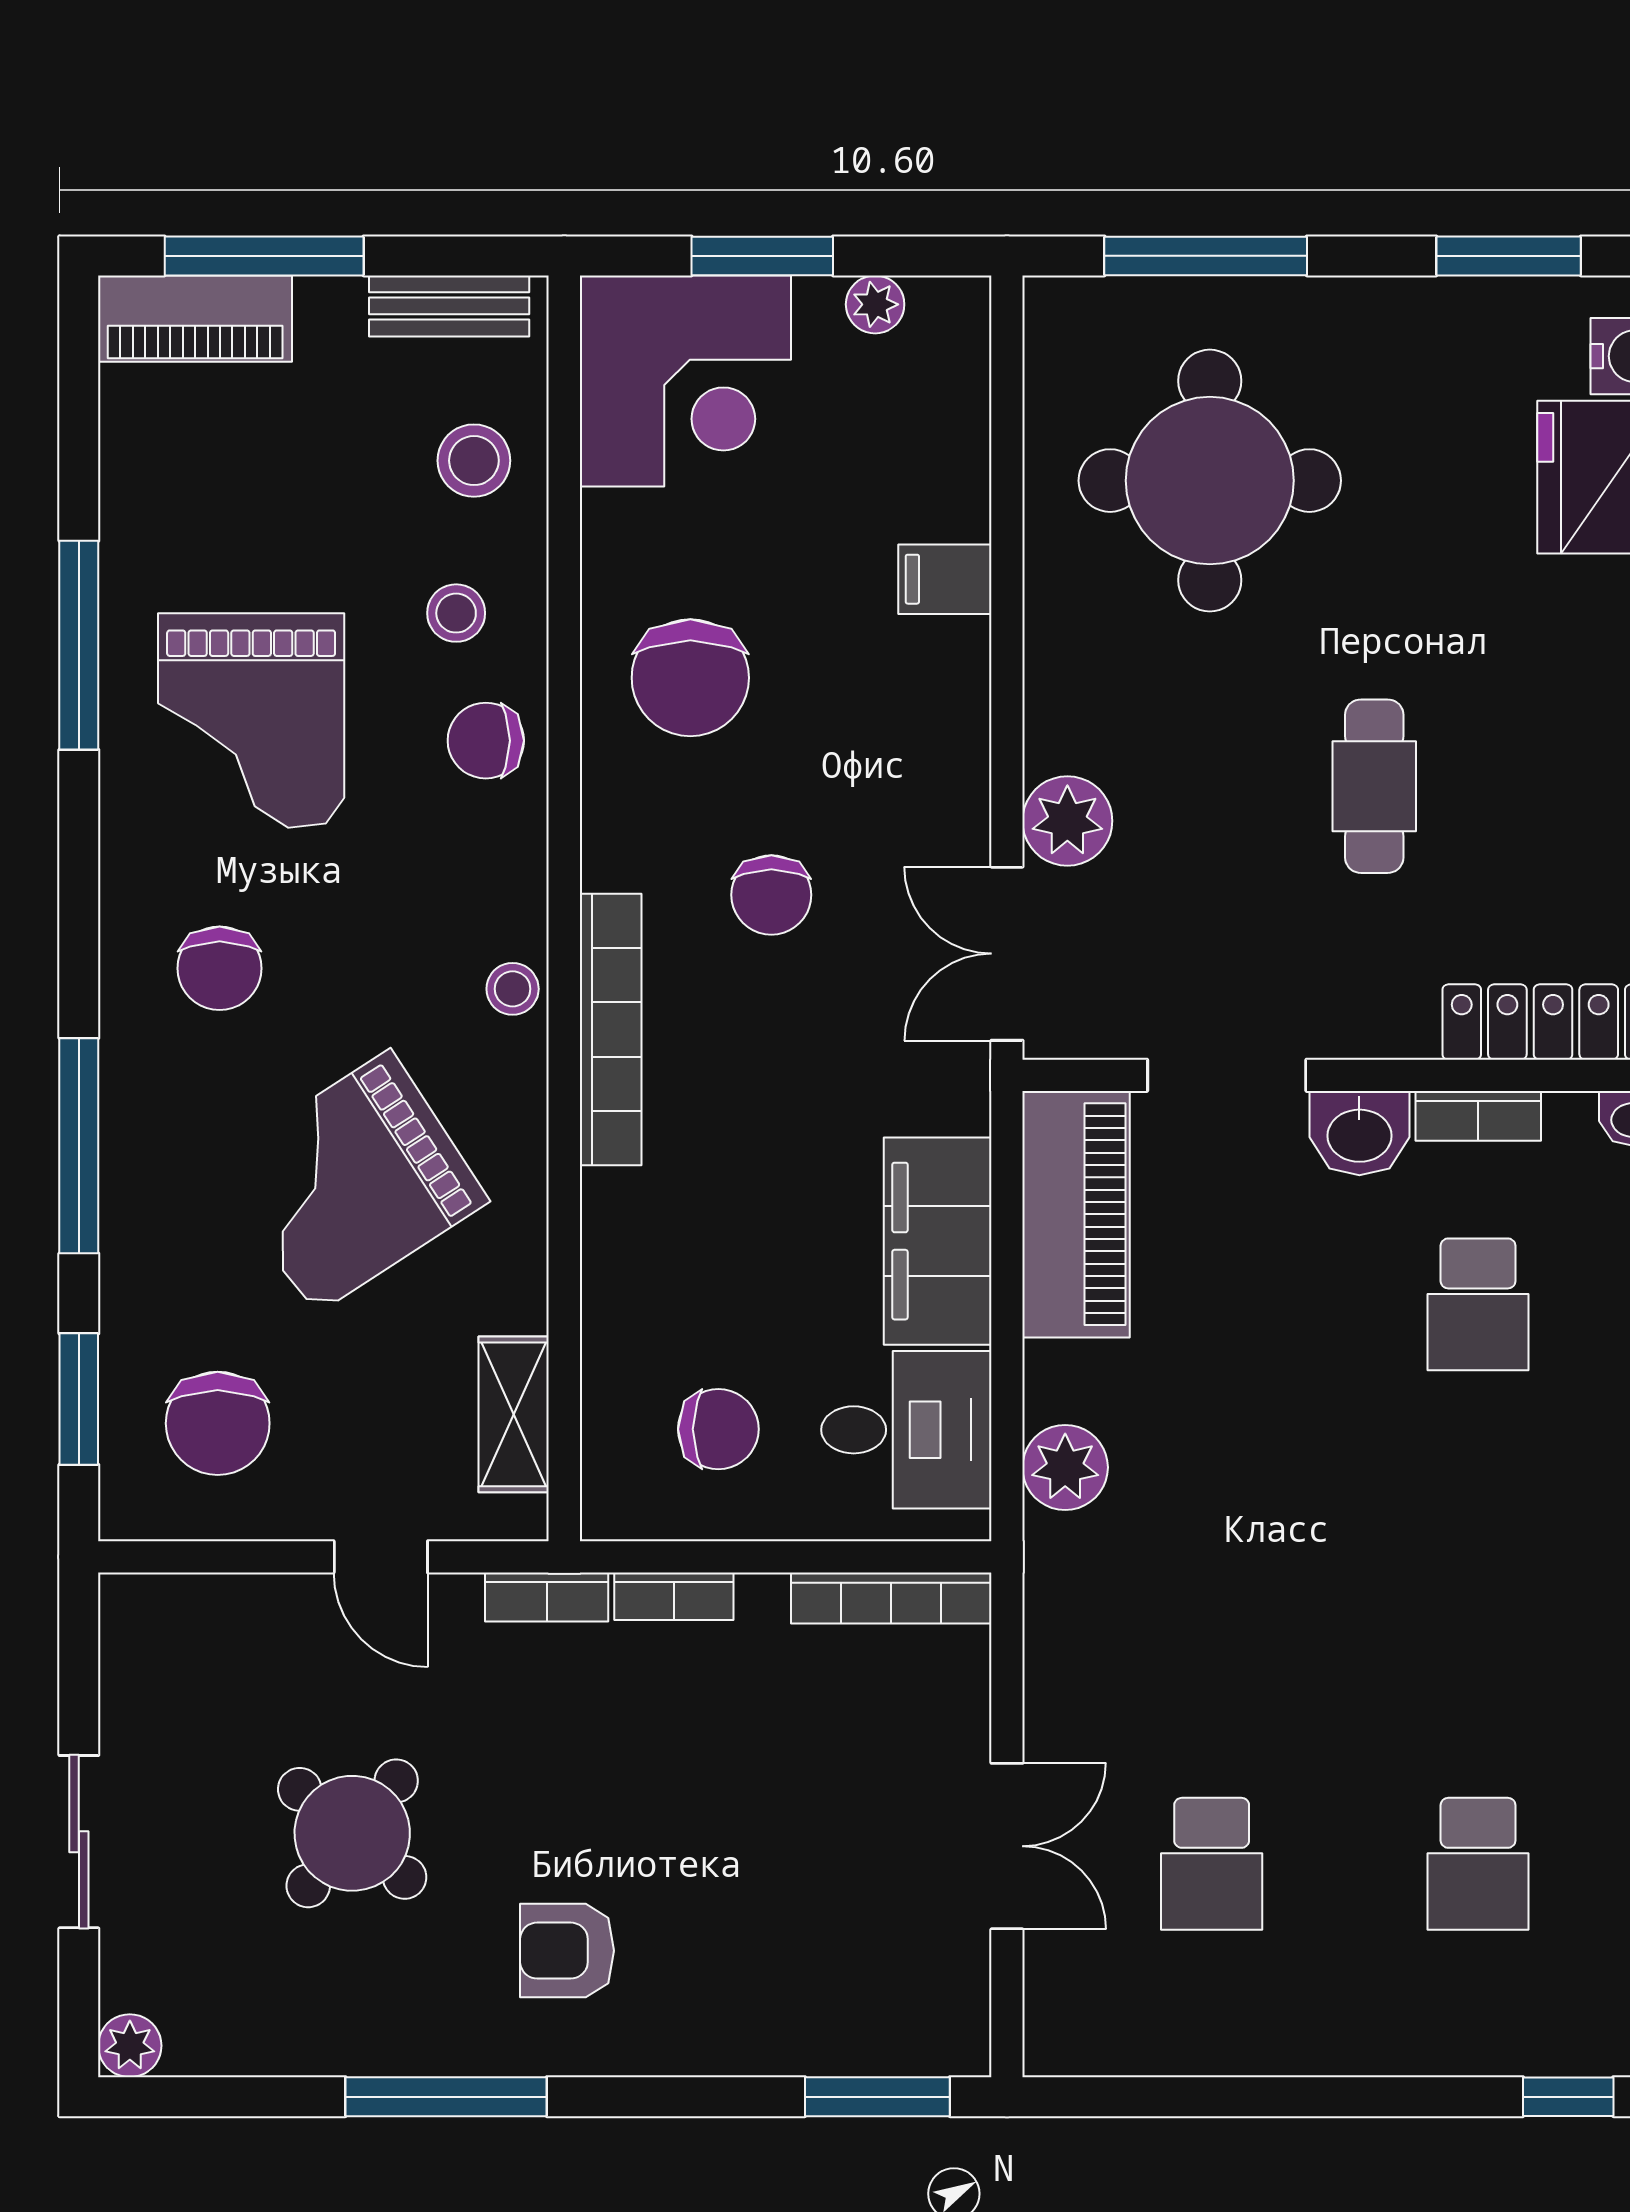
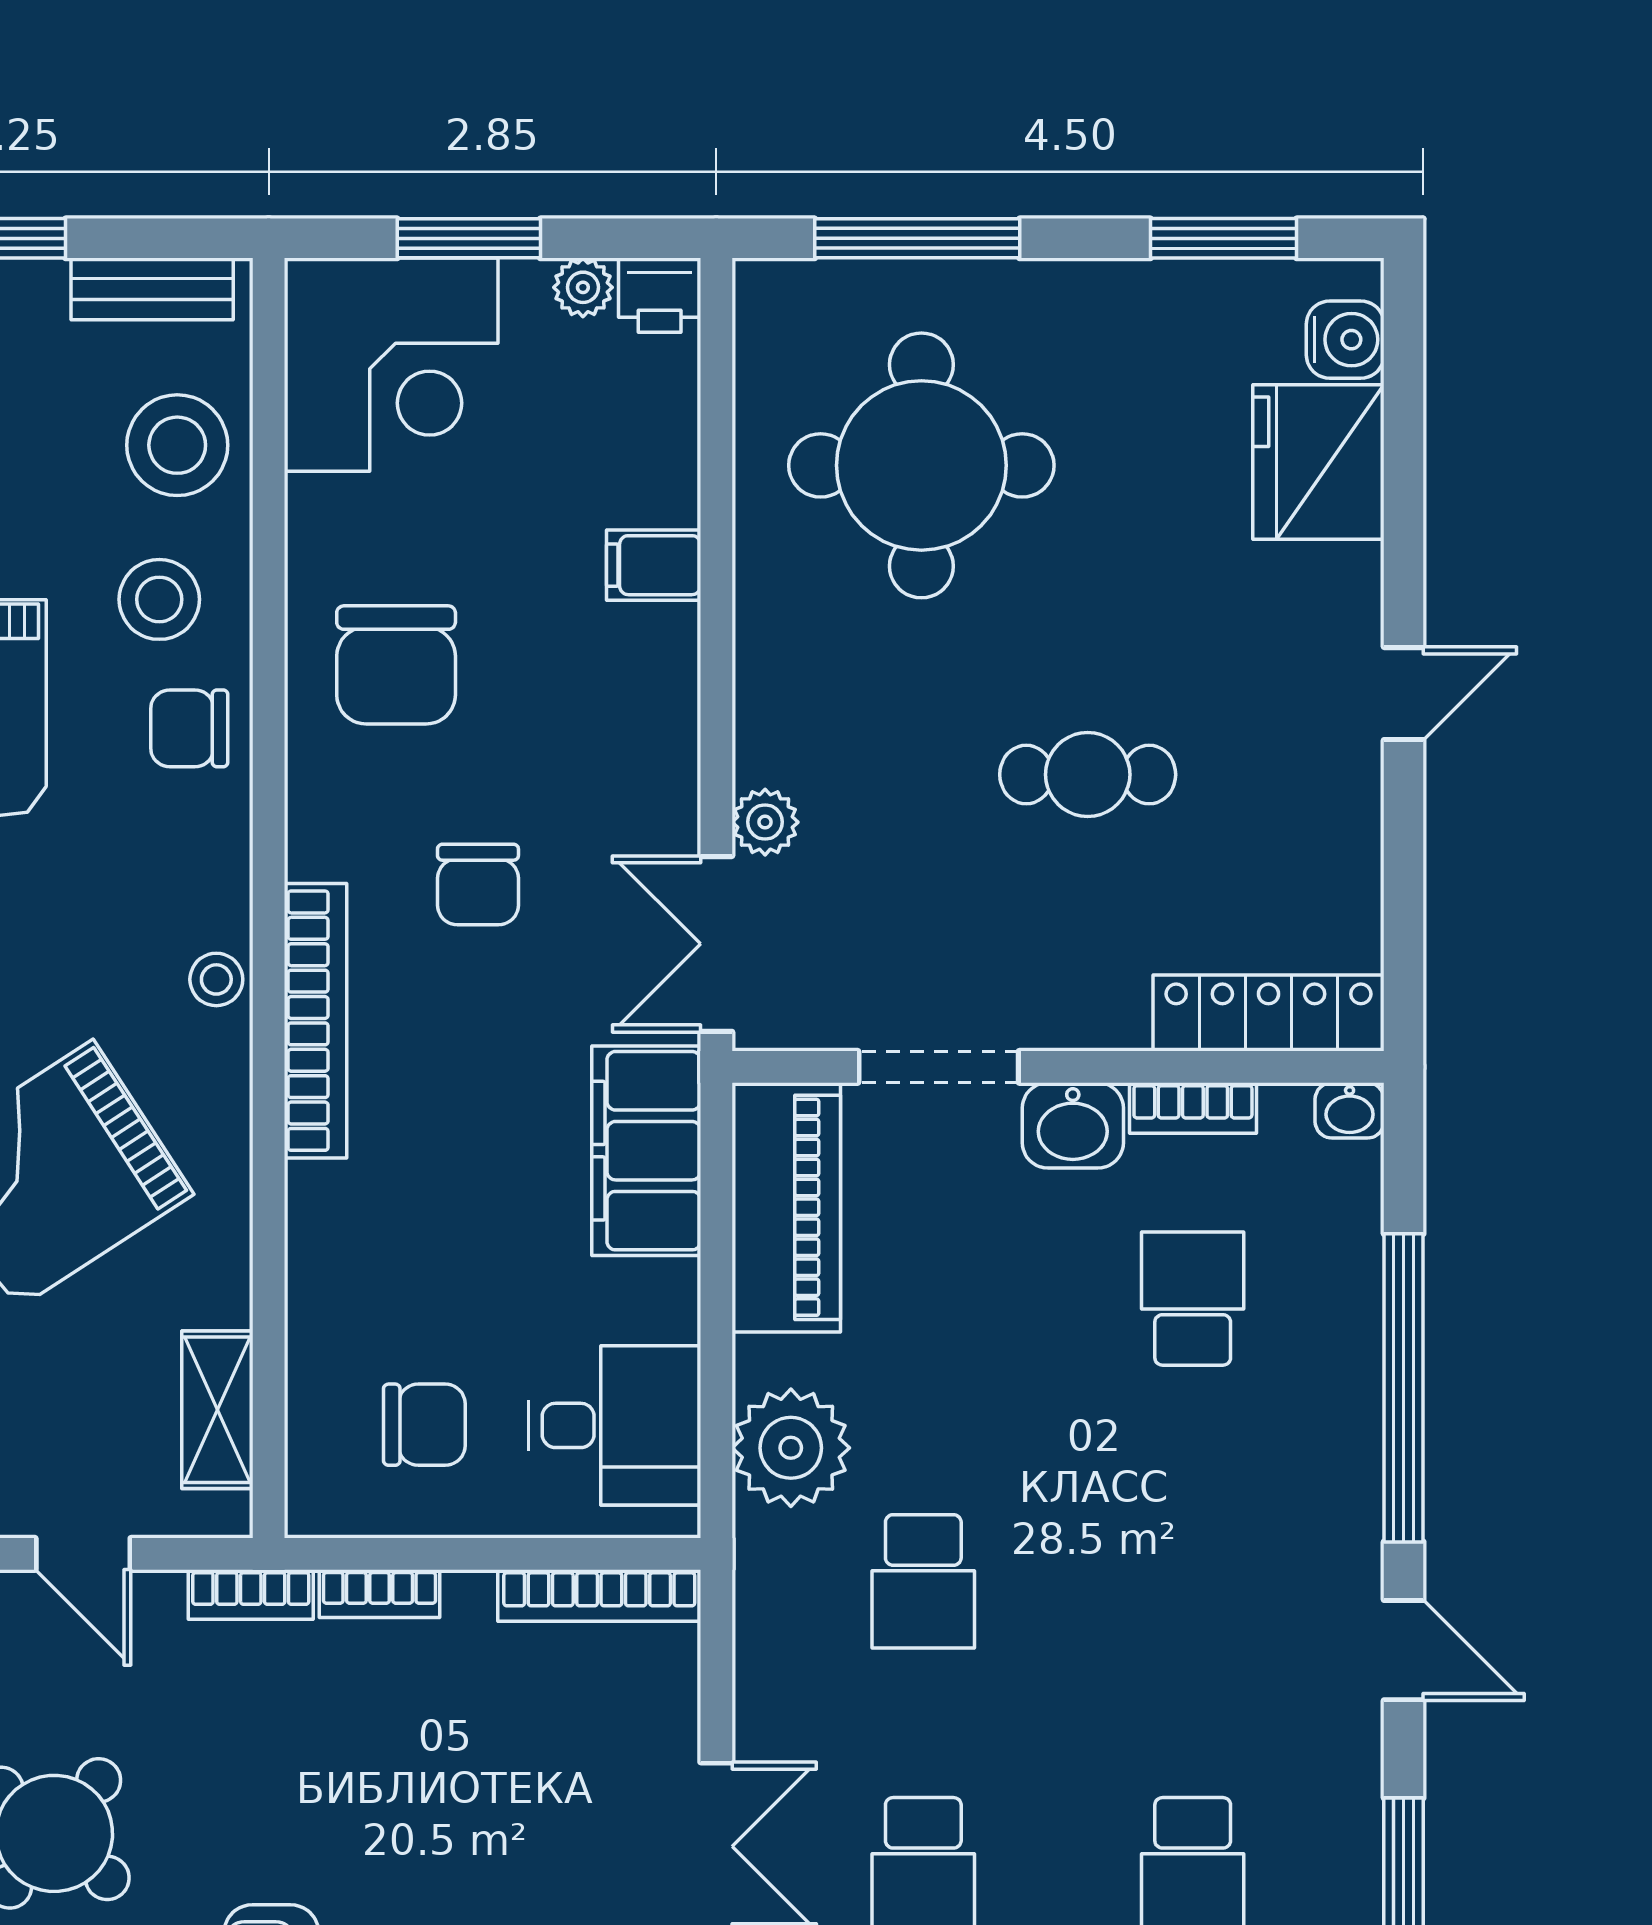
printer: (951, 312) -> (660, 295), added
stool: (474, 461) -> (177, 445), width x1.38, depth x1.38
stool: (456, 613) -> (159, 599), width x1.37, depth x1.37
cafe table: (1374, 786) -> (1088, 775), turned 90
plant: (1067, 821) -> (765, 822), width x0.73, depth x0.73
filing cabinet: (938, 1241) -> (646, 1151), moved
school desk: (1478, 1304) -> (1193, 1299), turned 180
plant: (1065, 1467) -> (791, 1448), width x1.36, depth x1.36
school desk: (1212, 1584) -> (923, 1581), added

